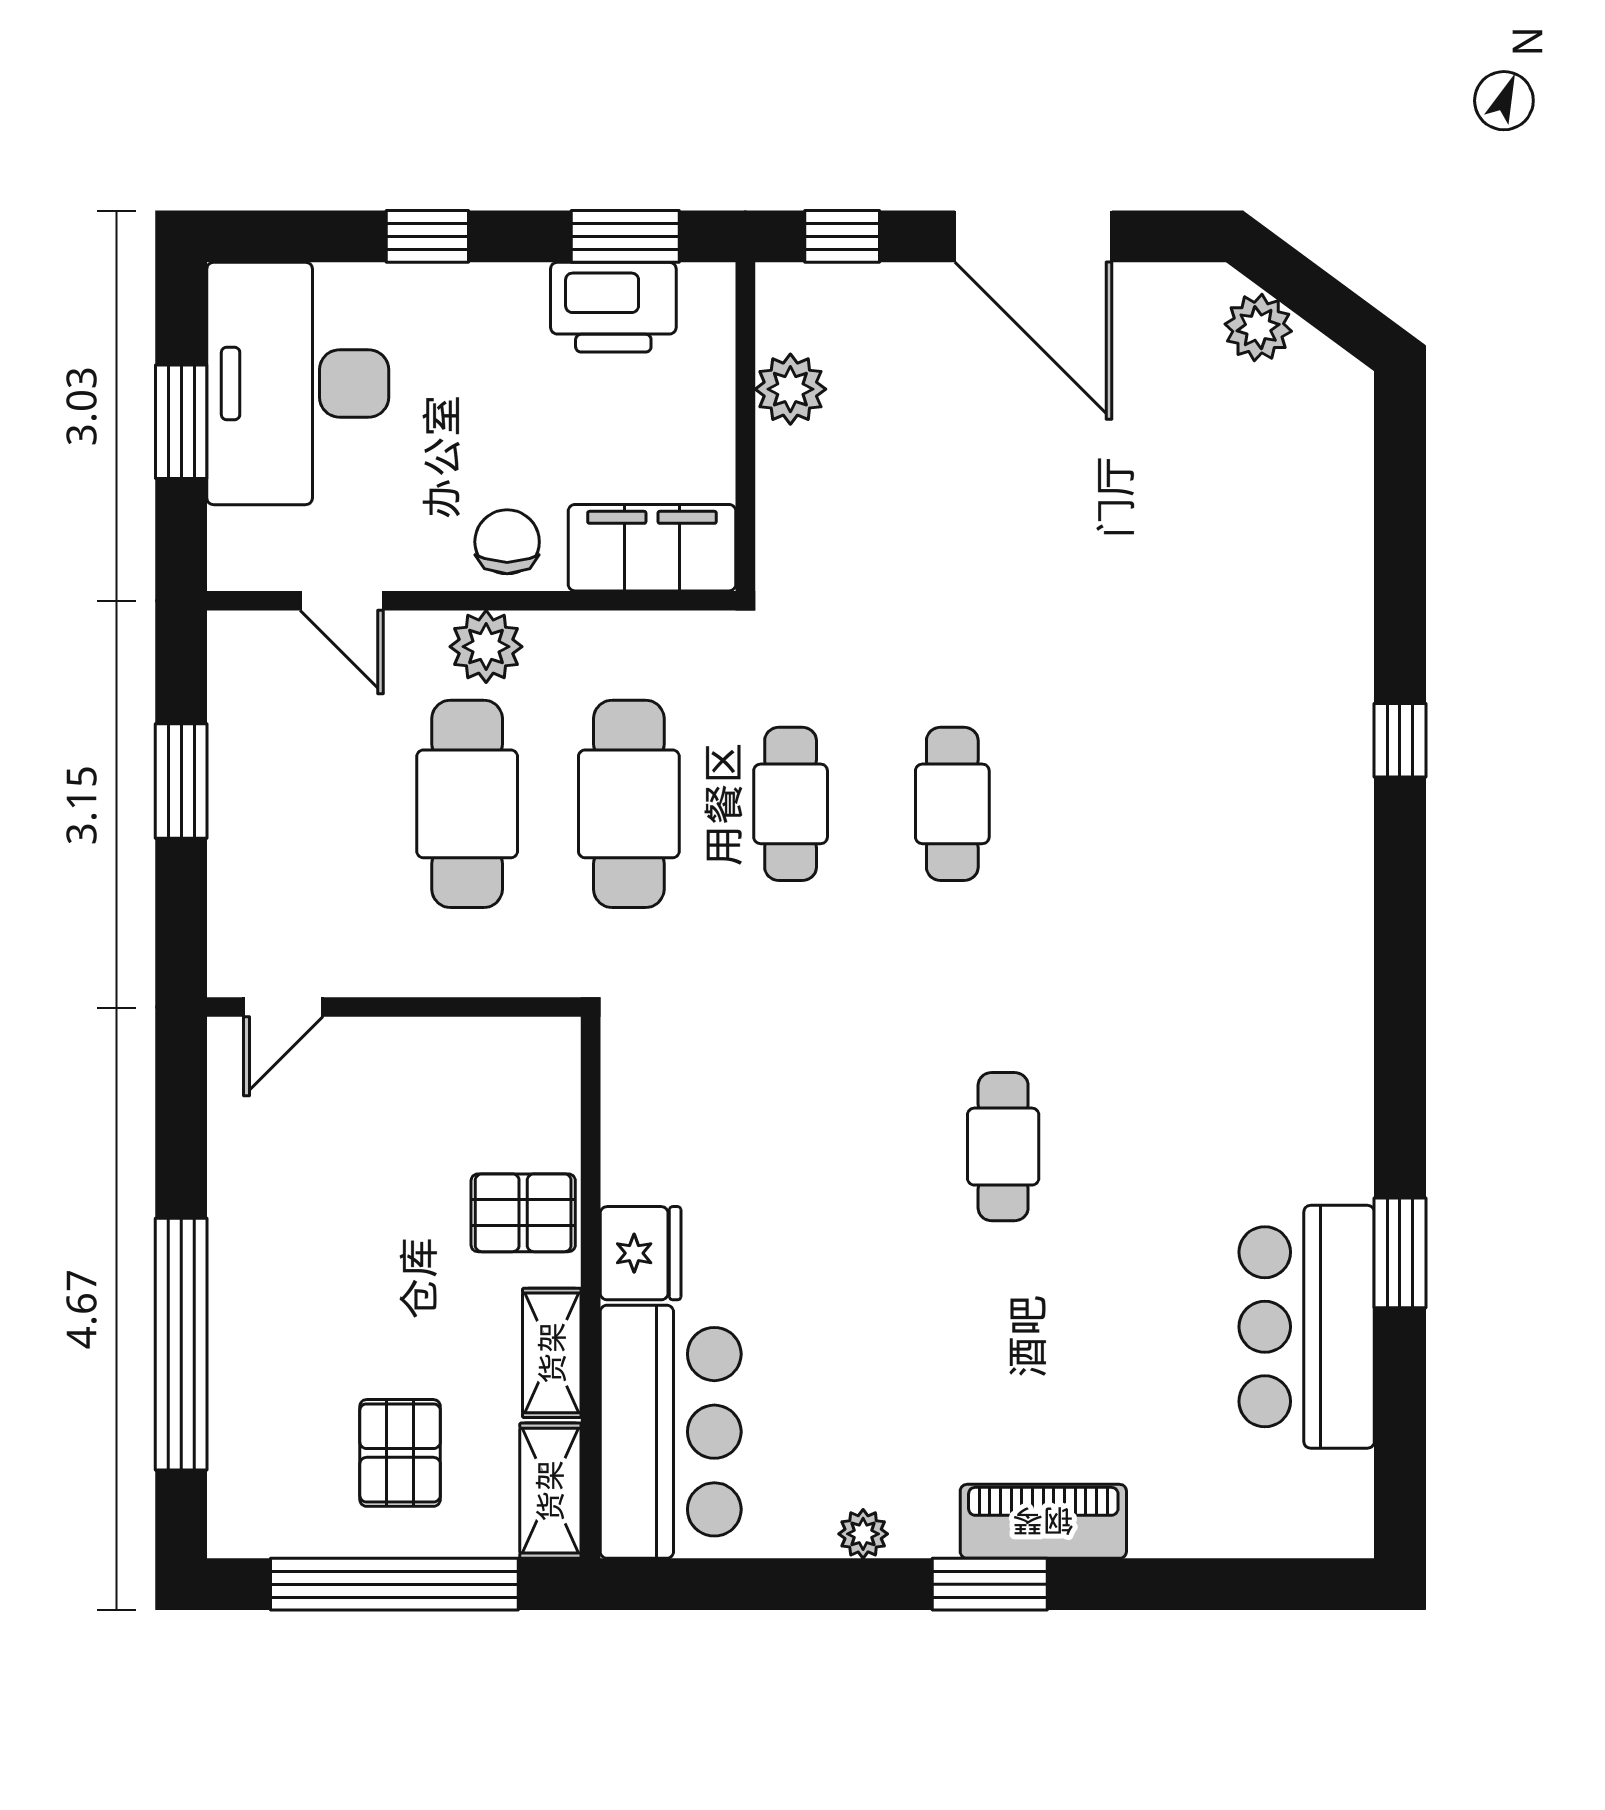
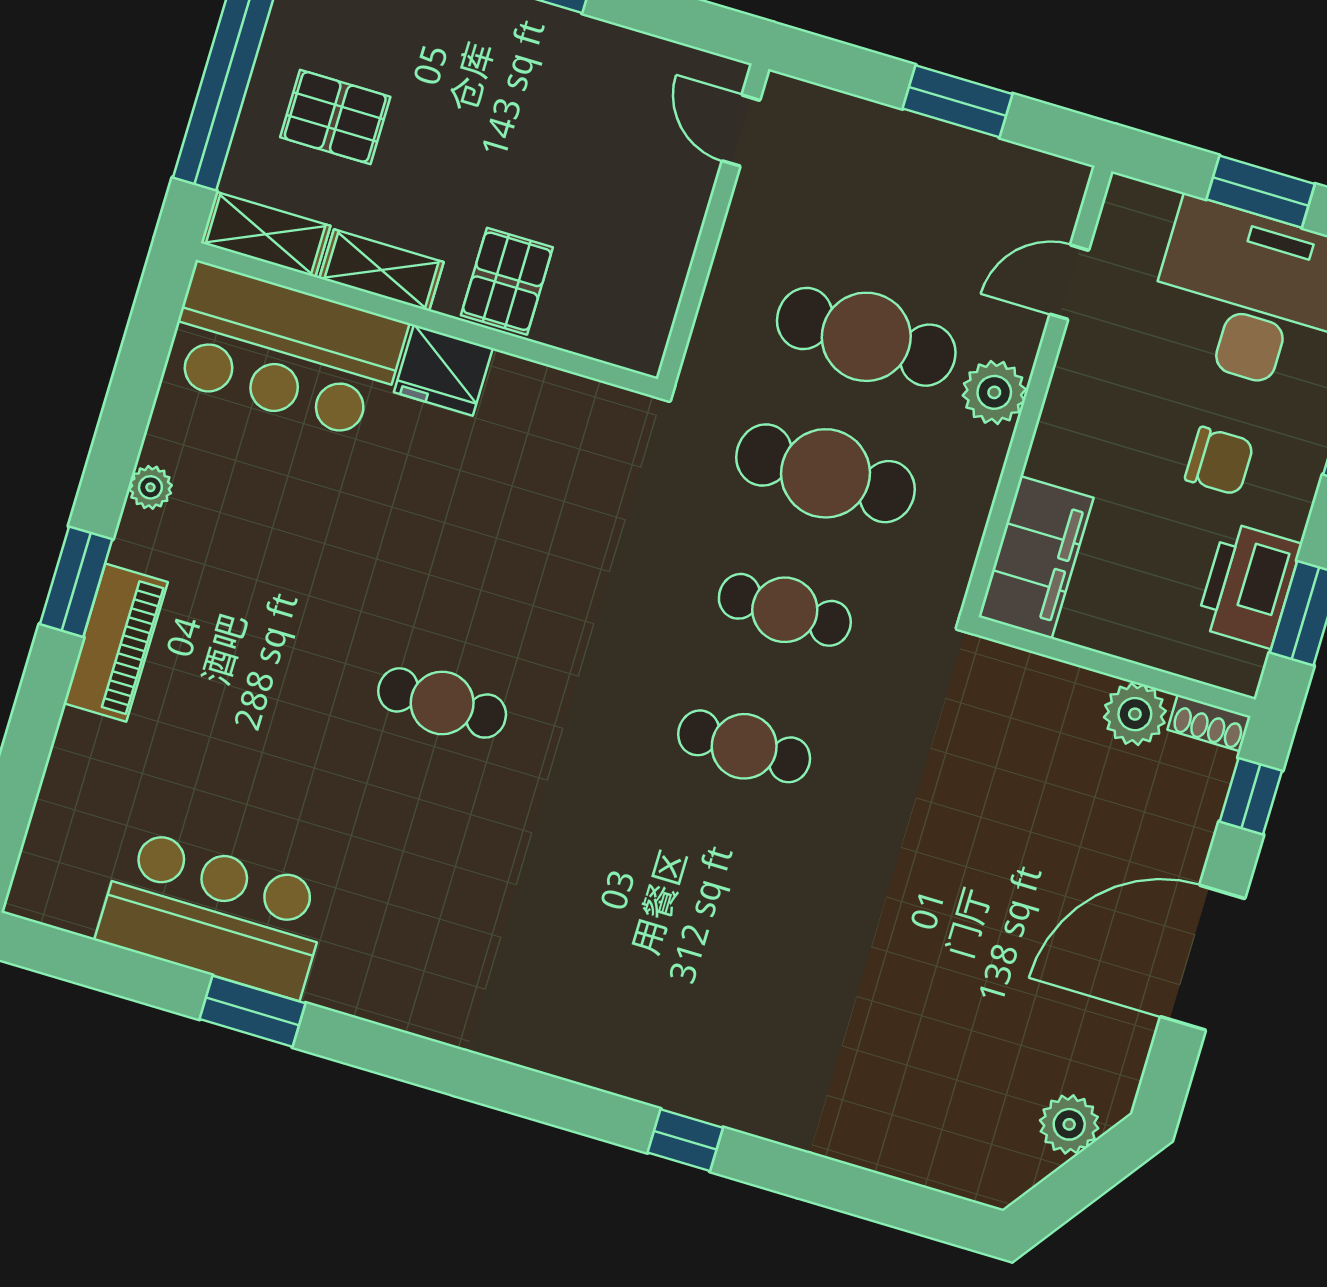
shoe rack: (776, 305) -> (1209, 723), added
chair: (507, 542) -> (1219, 461), moved

